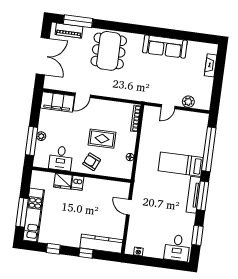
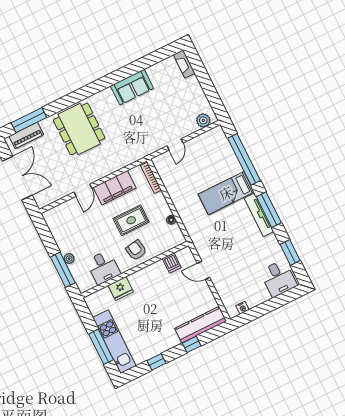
sofa: (165, 47) -> (132, 87), width x0.73
fireplace: (211, 65) -> (184, 64), moved
filing cabinet: (57, 102) -> (115, 188), moved
plant: (188, 102) -> (203, 120), moved
armchair: (92, 162) -> (136, 250), turned 56
dishwasher: (77, 183) -> (172, 263), moved

